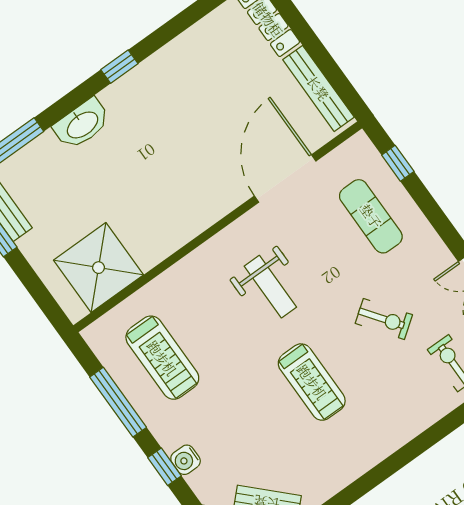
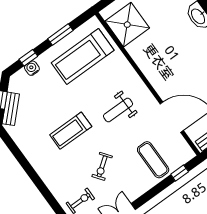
exercise mat: (371, 216) -> (153, 160), turned 90
treadmill: (162, 358) -> (83, 56), width x1.37, depth x1.38
window: (118, 402) -> (60, 35), width x0.69

